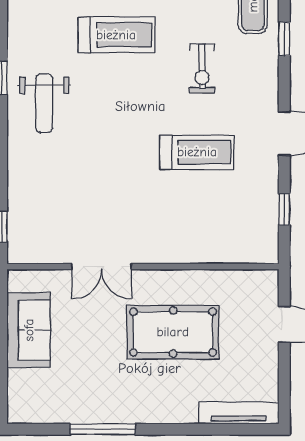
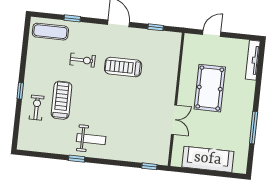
treadmill: (197, 152) -> (123, 67), turned -90
sofa: (29, 330) -> (208, 159), width x1.36

